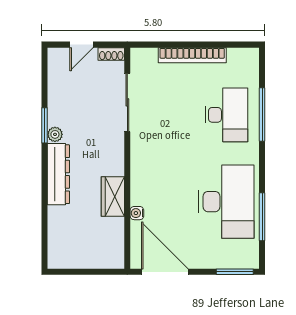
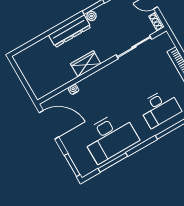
wardrobe: (113, 196) -> (86, 64), moved
door: (165, 272) -> (49, 125), hinge flipped

